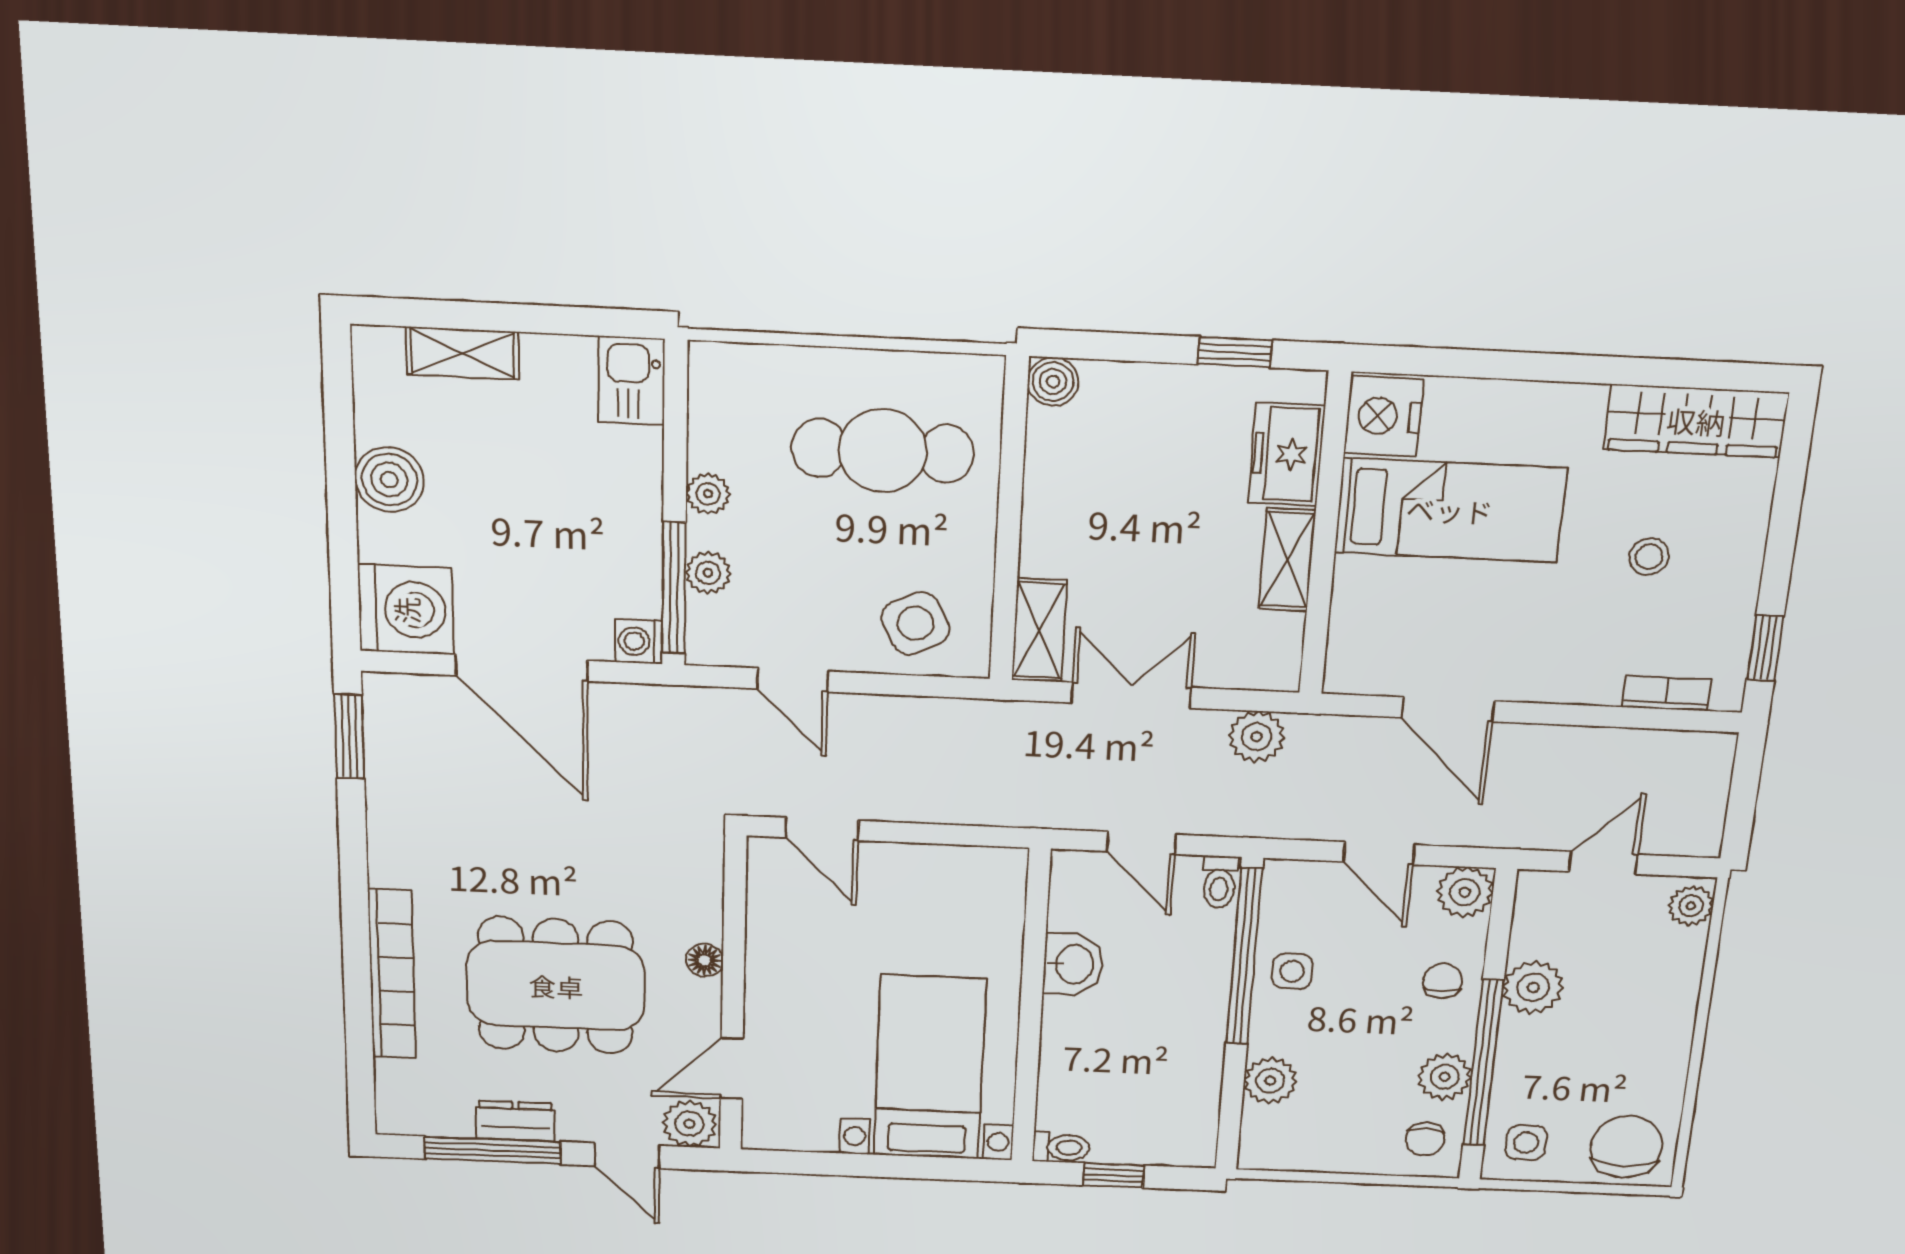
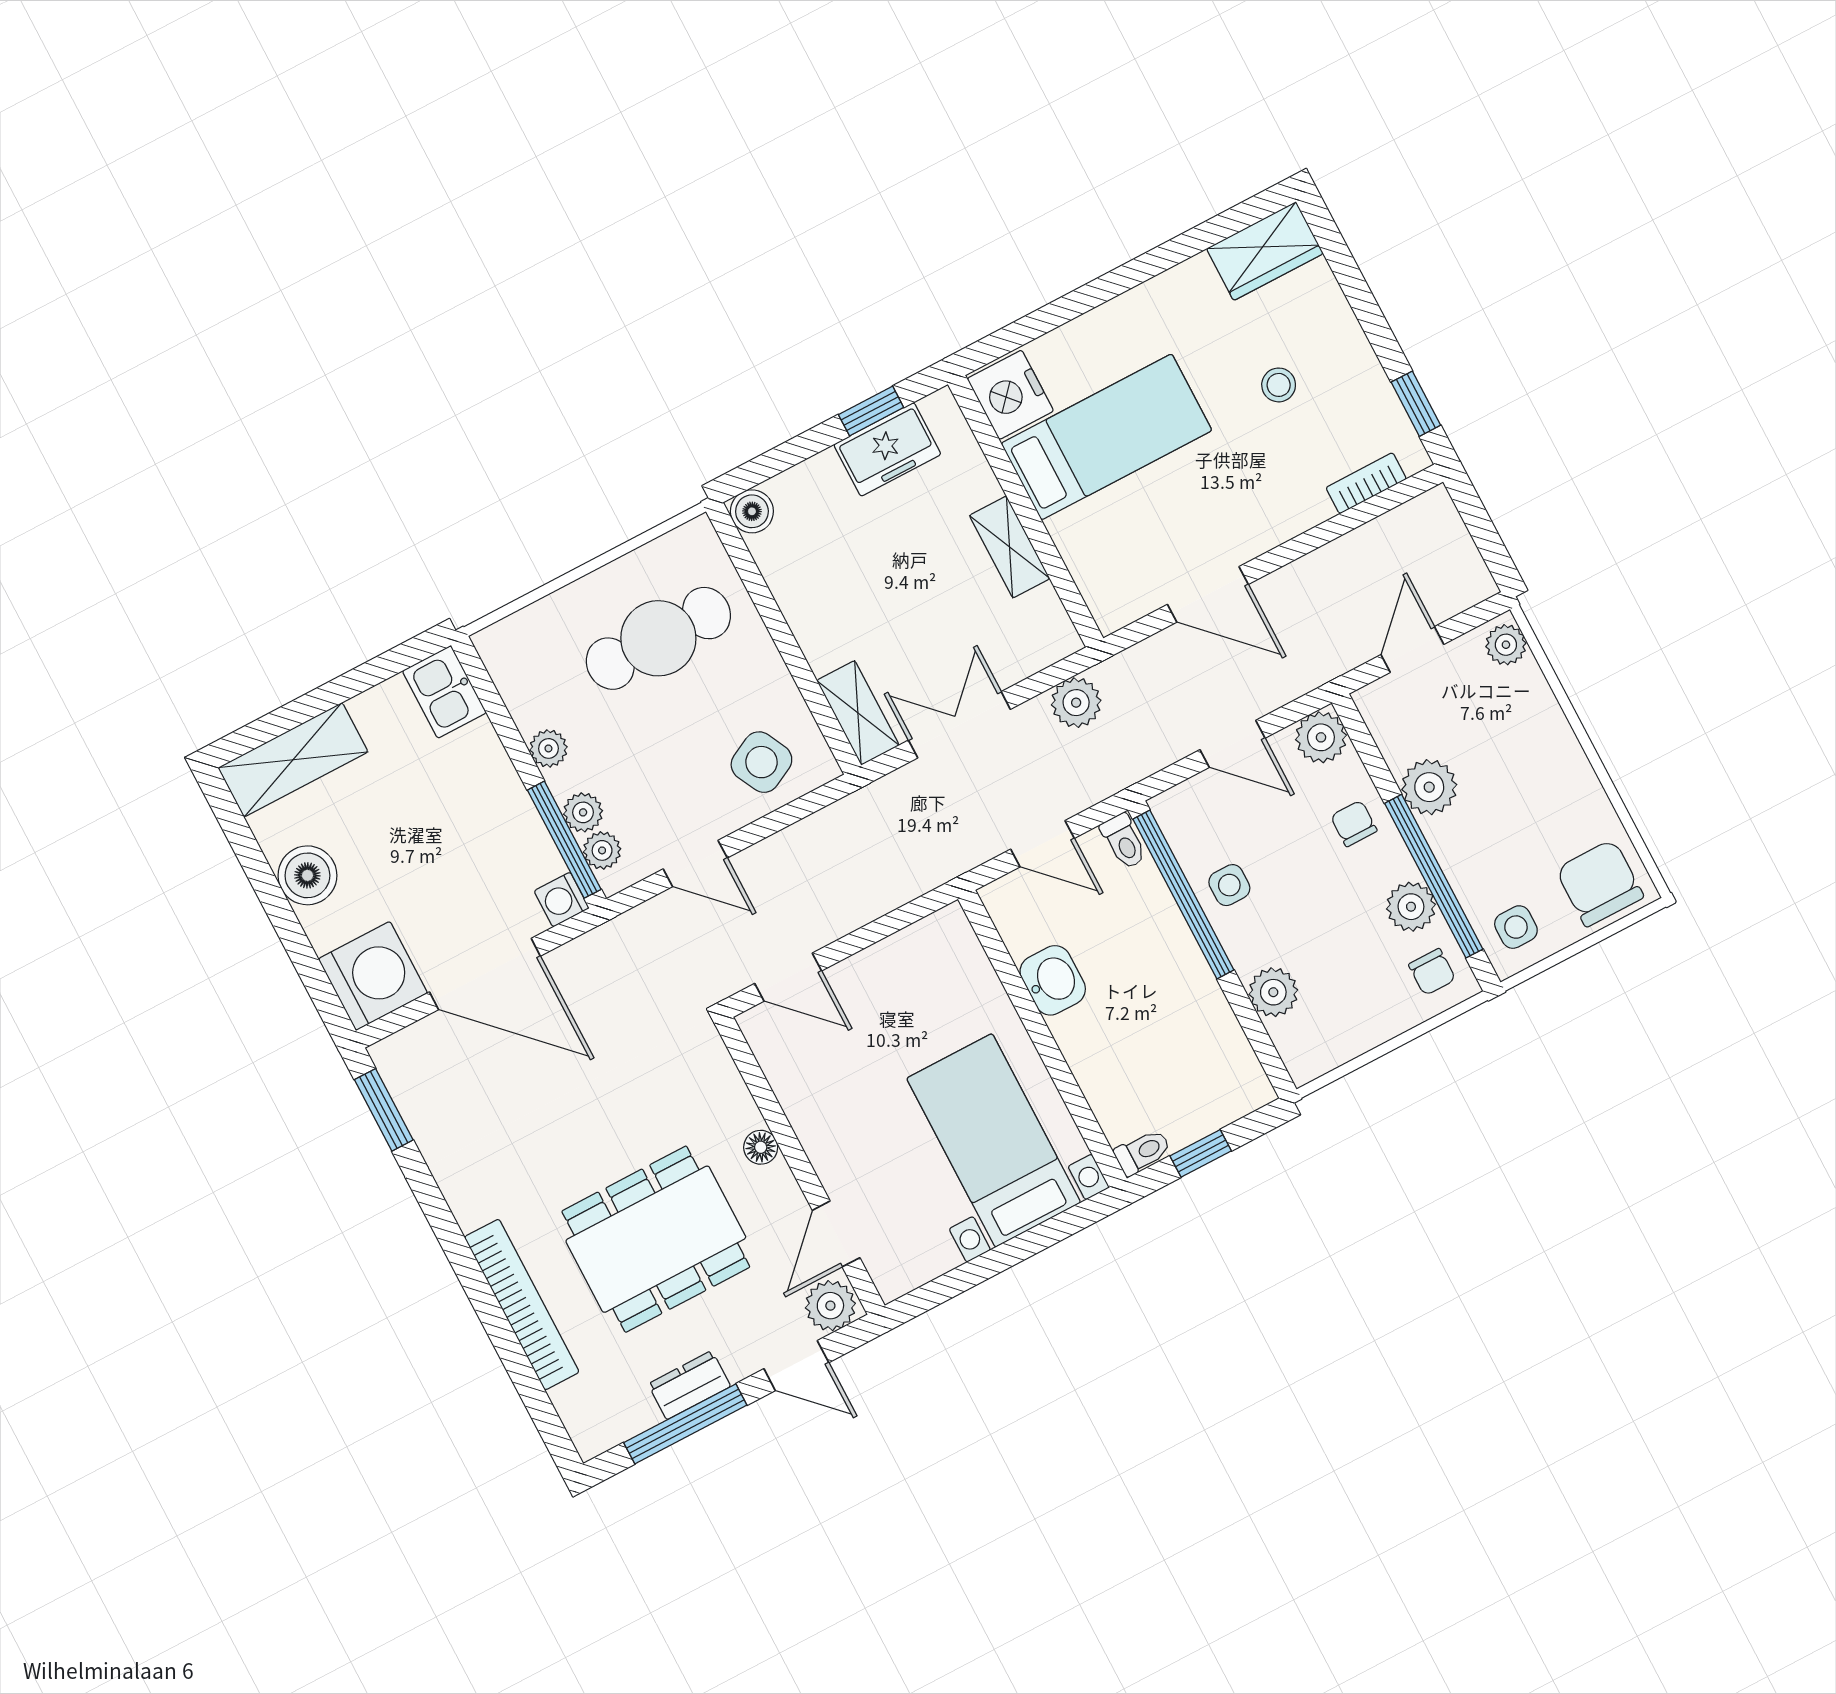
shelving: (463, 353) -> (293, 760), width x1.50, depth x1.33
wardrobe: (1696, 421) -> (1265, 251), width x0.67
freezer: (1287, 454) -> (887, 449), moved, turned -90
plant: (706, 618) -> (602, 850), added

